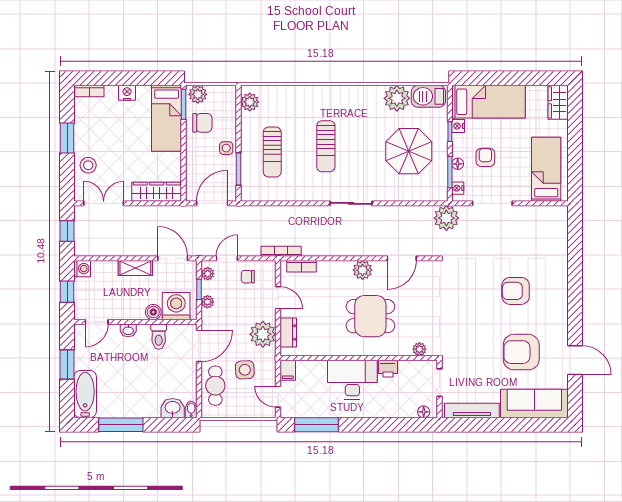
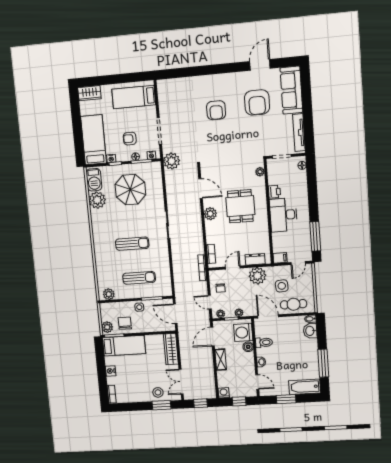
window: (67, 138) -> (162, 405), moved

